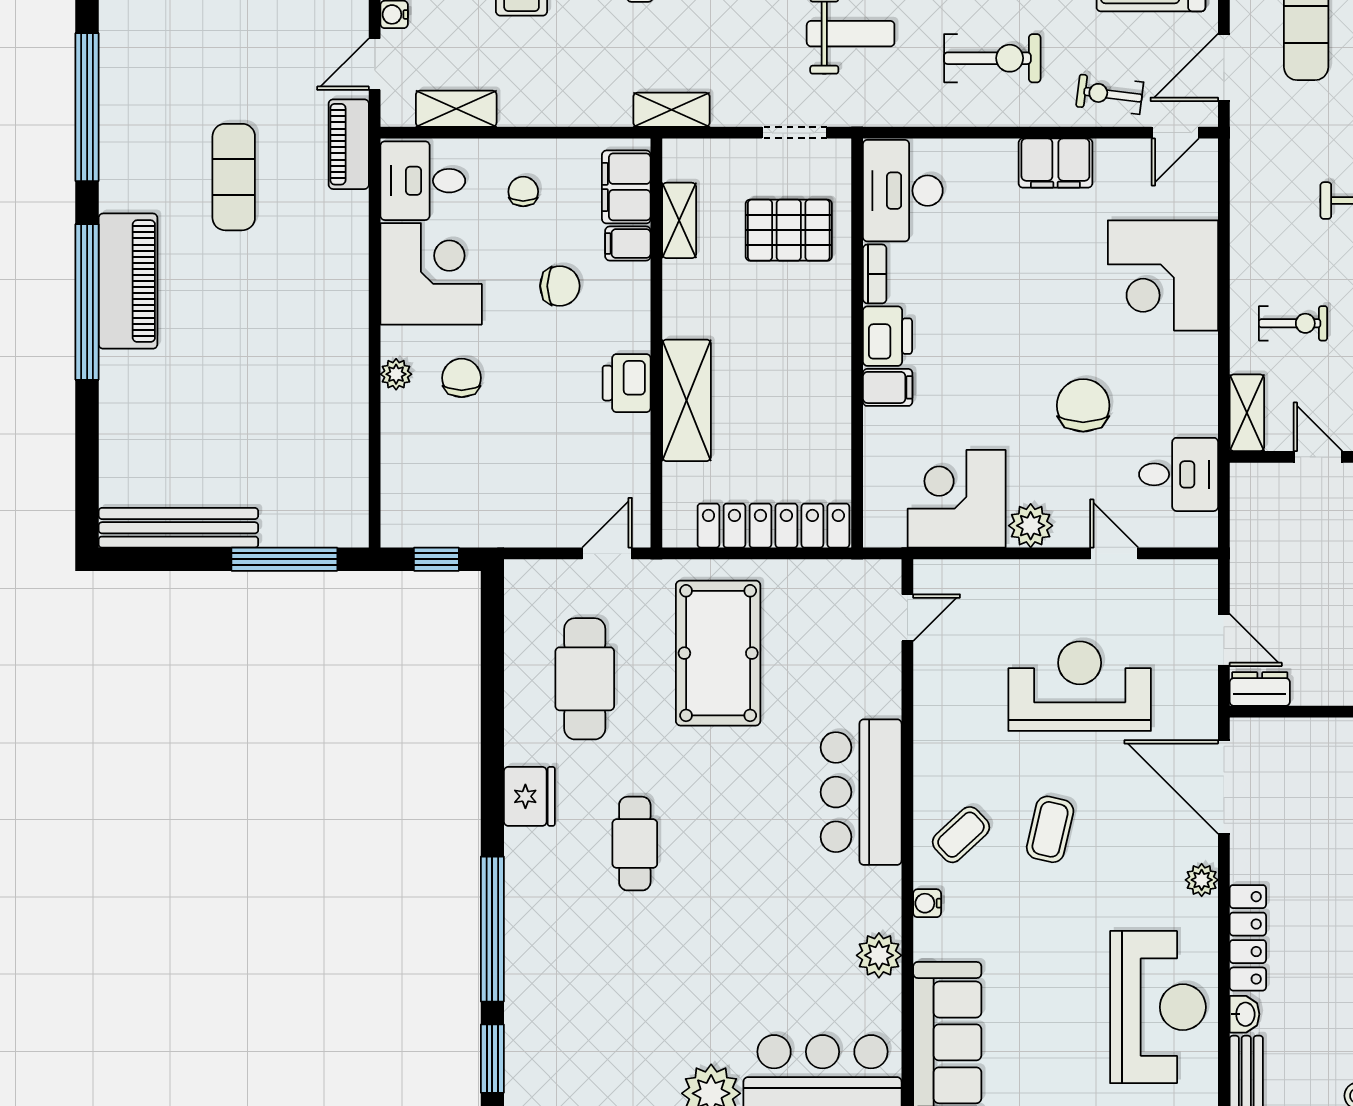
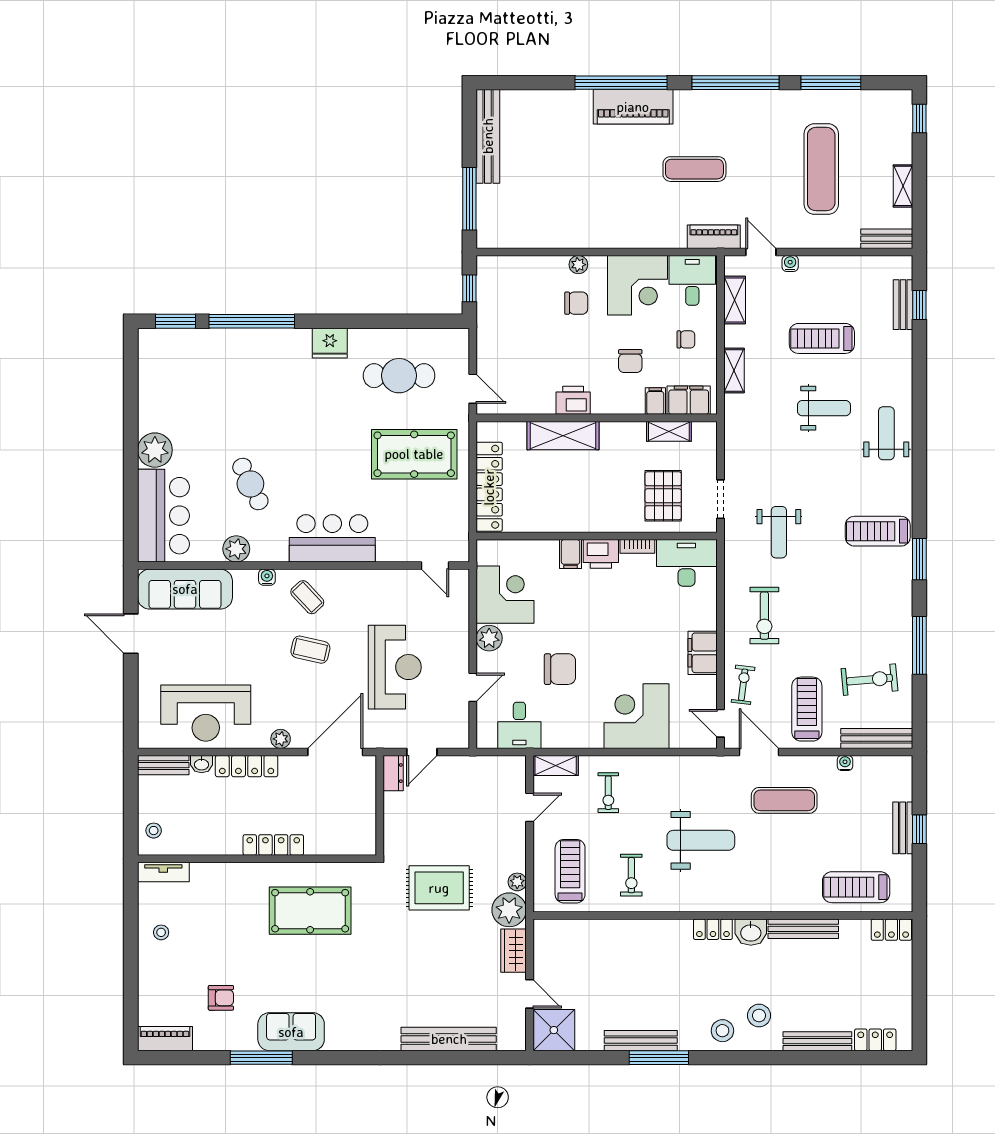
shelving: (671, 110) -> (734, 370), moved
cafe table: (635, 844) -> (250, 484), moved, turned 64

